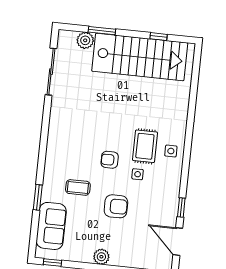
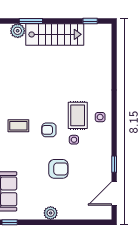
window: (159, 37) -> (90, 21), moved
stairs: (140, 57) -> (55, 34), width x0.73, depth x0.66
coffee table: (78, 187) -> (18, 126), moved
door: (178, 242) -> (114, 193), hinge flipped

